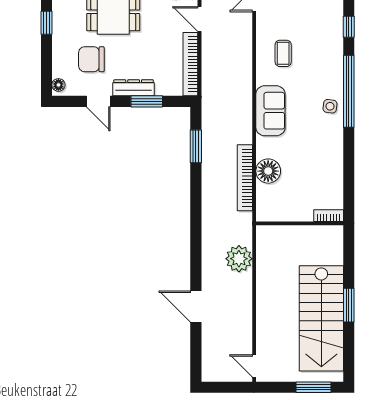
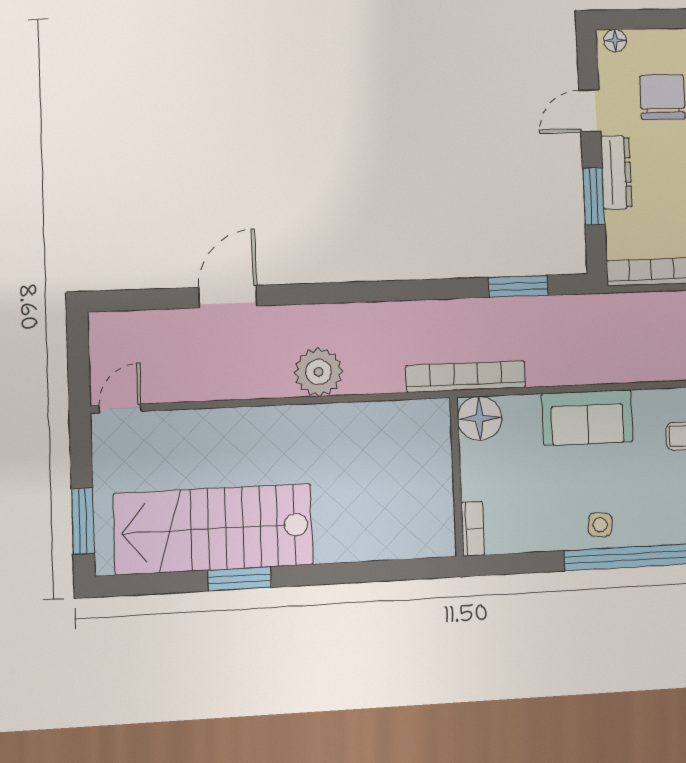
bookcase: (329, 216) -> (473, 529), moved
wall: (300, 223) -> (457, 477), moved

